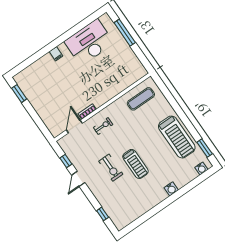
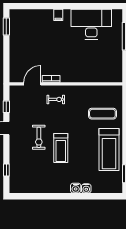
exercise mat: (141, 99) -> (102, 114), moved
water cooler: (201, 168) -> (86, 188), moved

